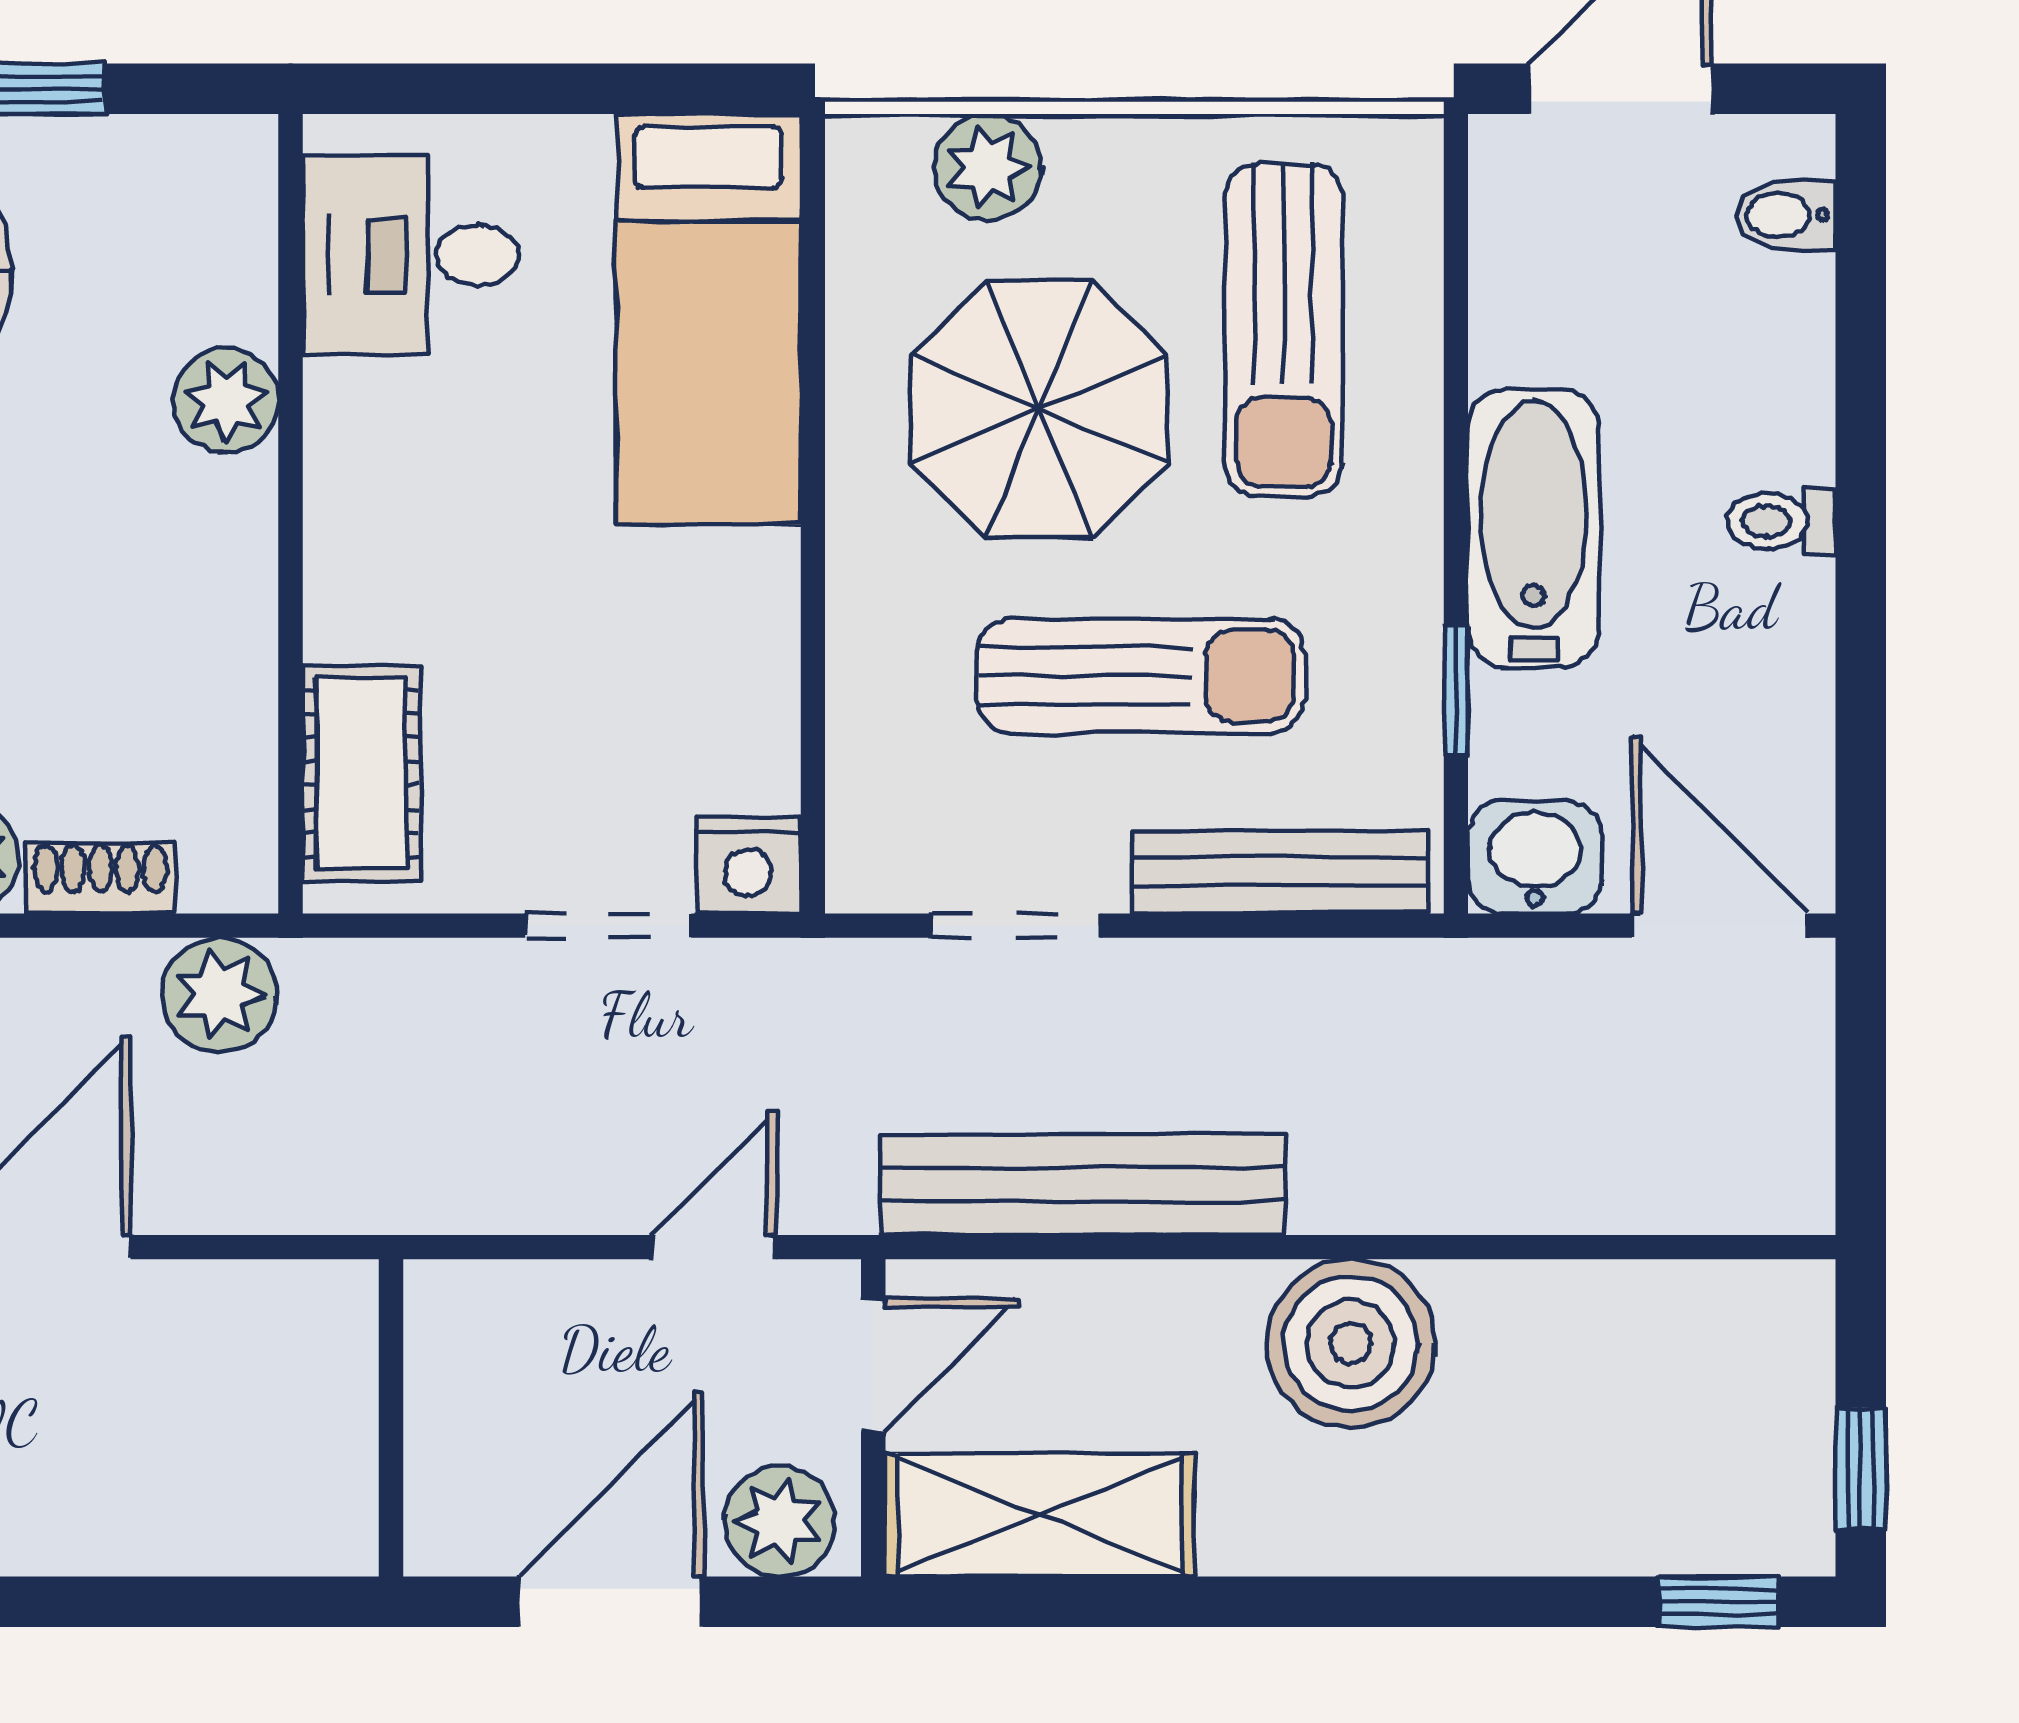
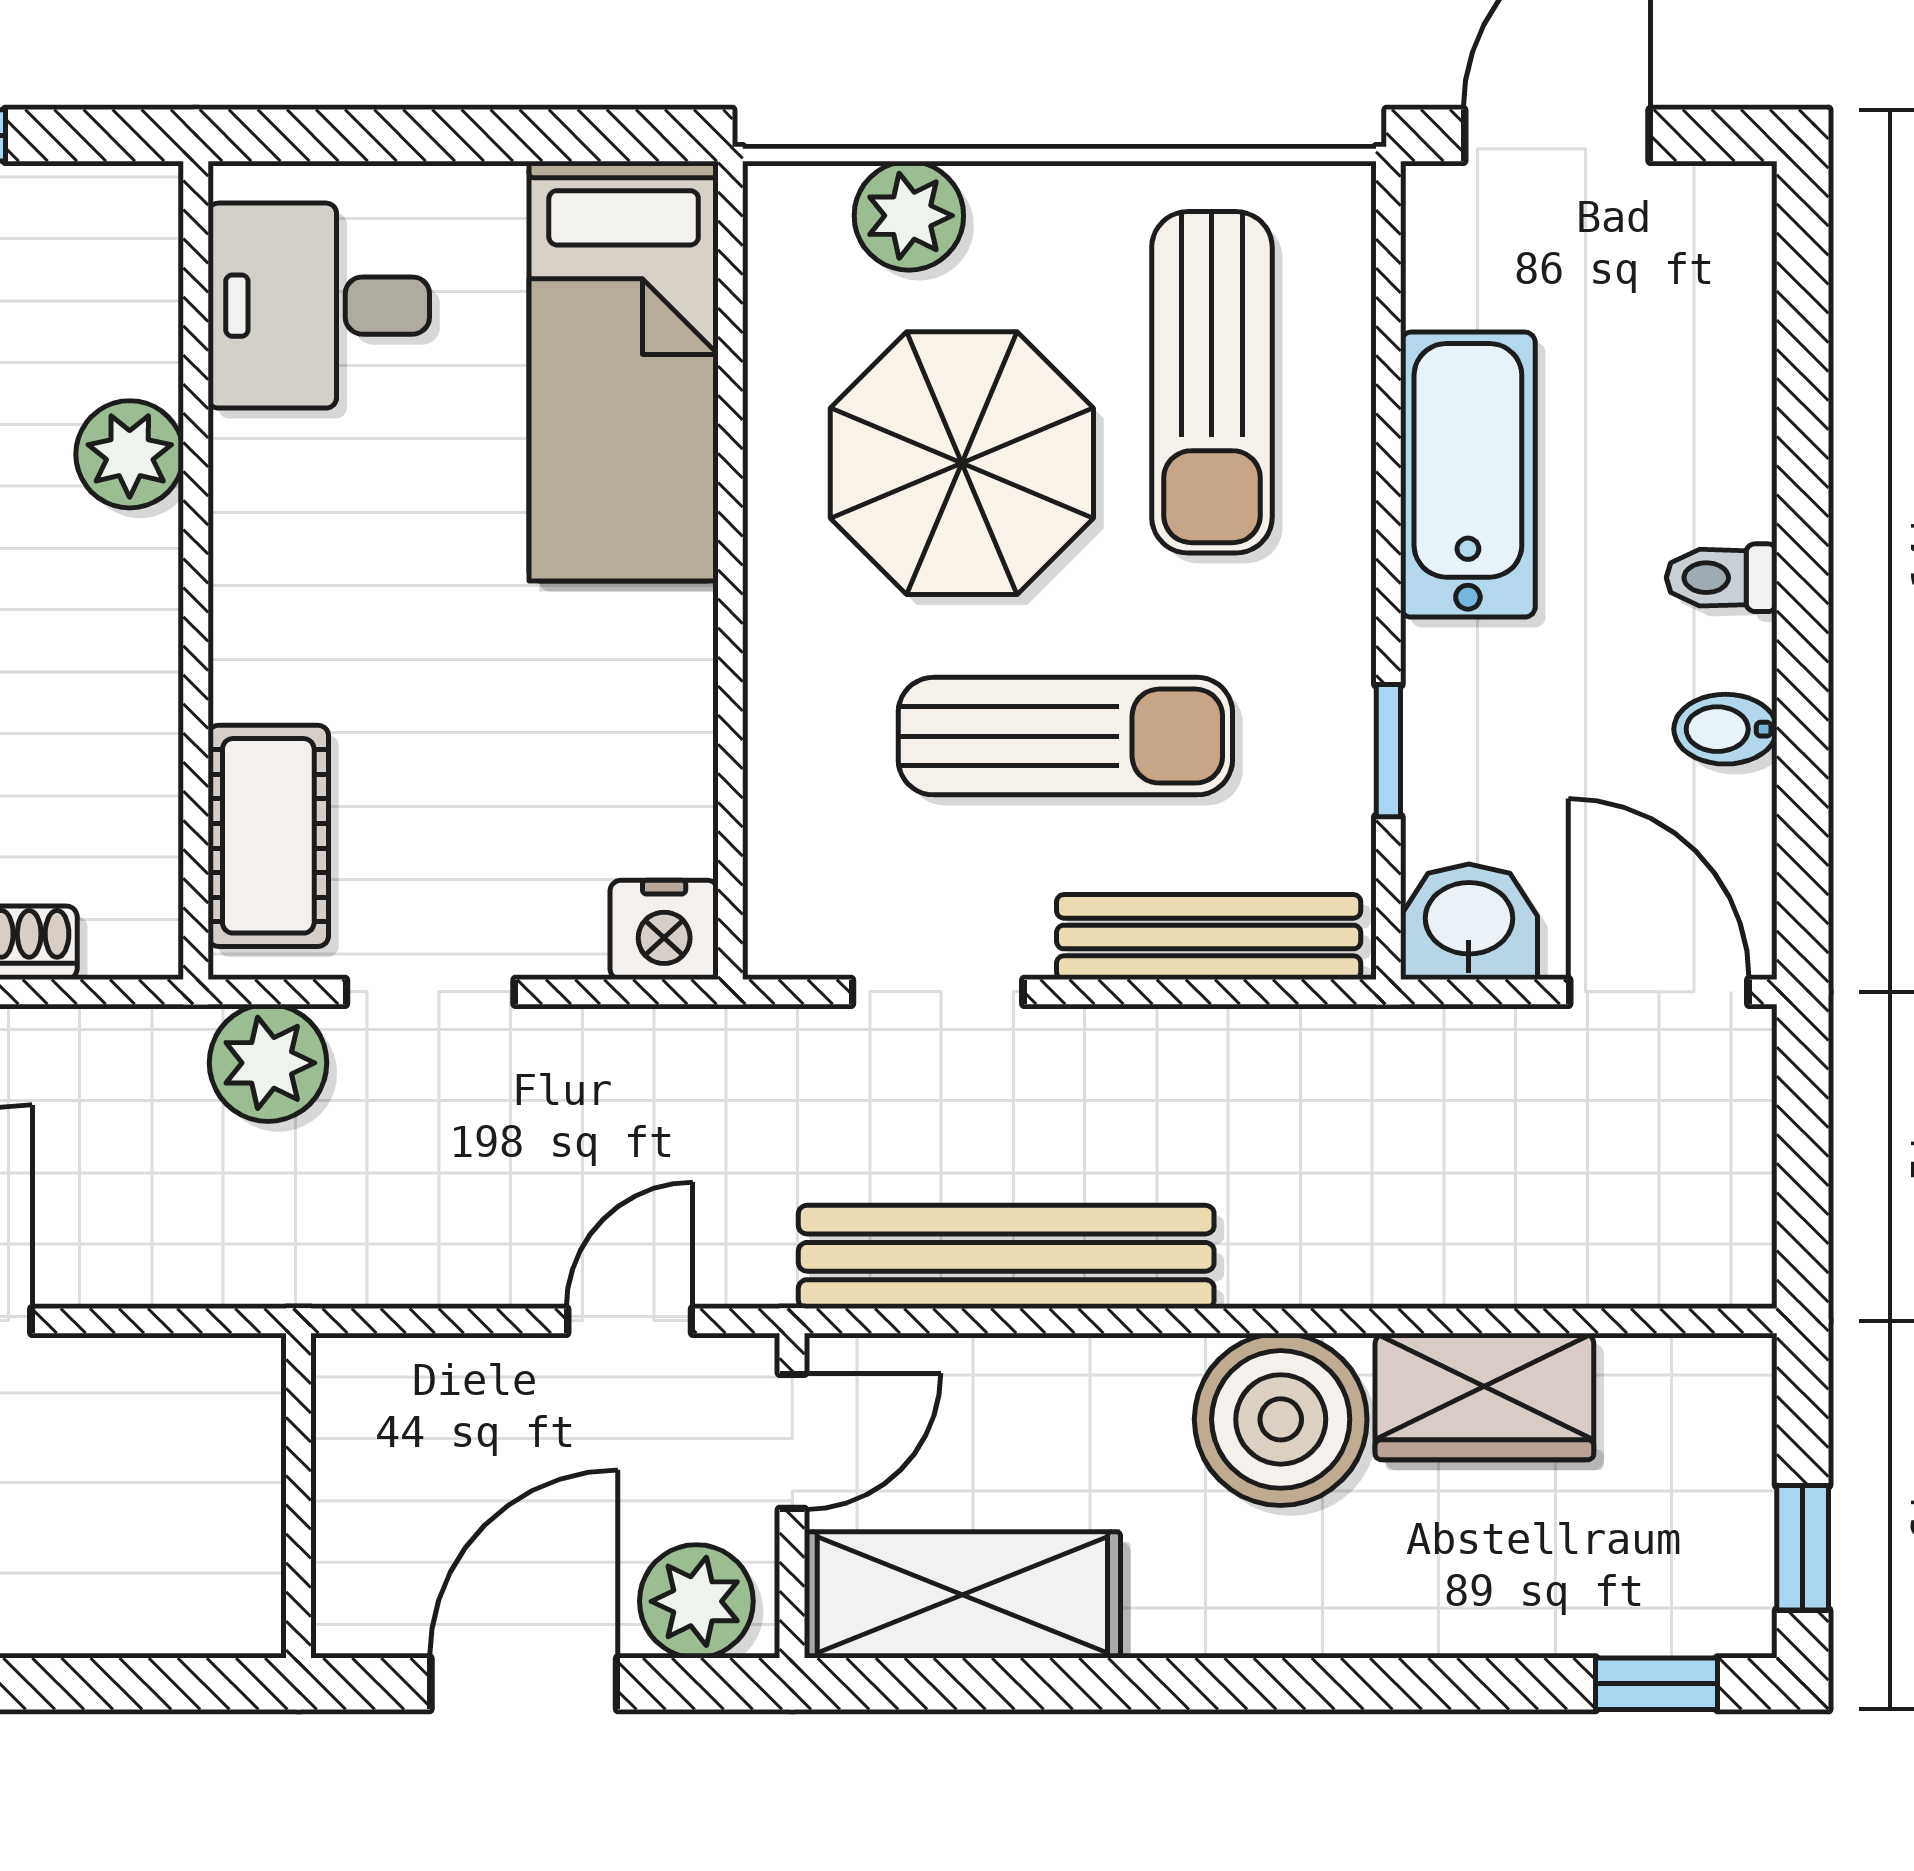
bidet: (1785, 215) -> (1725, 729), moved
bathtub: (1534, 528) -> (1468, 475), moved
doorway: (608, 926) -> (430, 992), moved
plant: (219, 995) -> (268, 1063), moved
wardrobe: (1550, 1321) -> (1484, 1397), added

